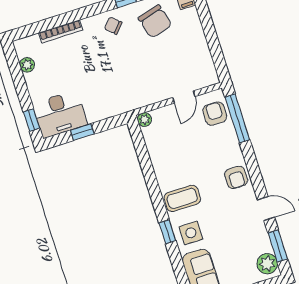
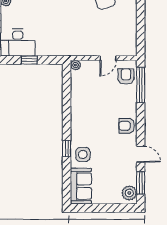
armchair: (236, 177) -> (127, 126), turned 90
coffee table: (182, 198) -> (84, 129), removed

